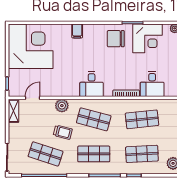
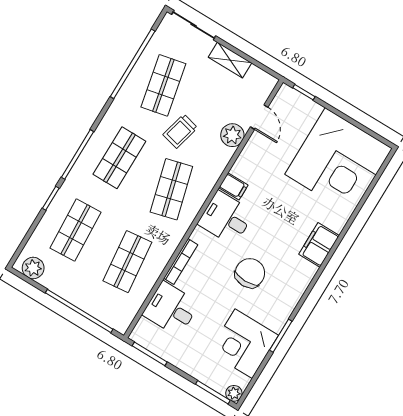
filing cabinet: (77, 31) -> (319, 245), width x2.00
chair: (116, 39) -> (250, 273), moved
filing cabinet: (74, 90) -> (233, 186), added
plant: (62, 106) -> (232, 135), moved
shelving: (13, 111) -> (230, 60), moved
shop shelf: (94, 119) -> (171, 189), turned -30
shop shelf: (46, 154) -> (163, 85), turned -30

